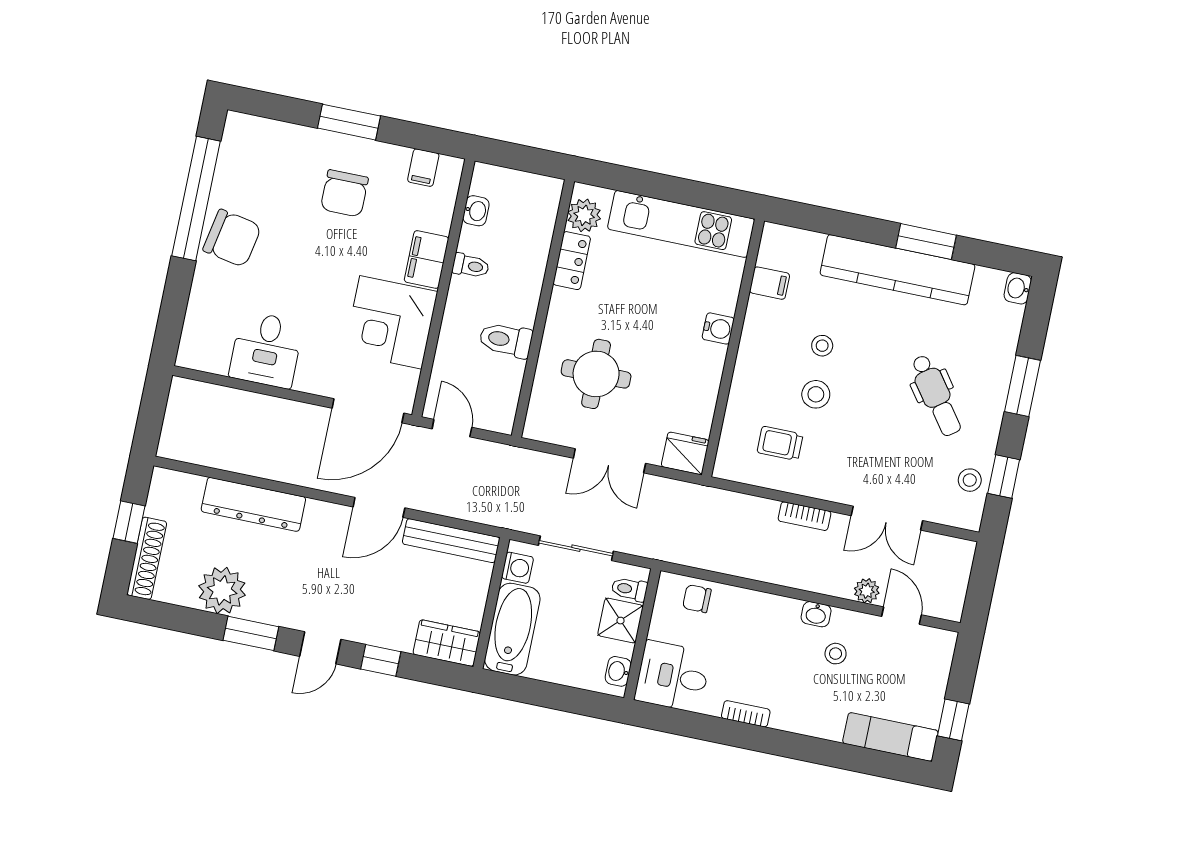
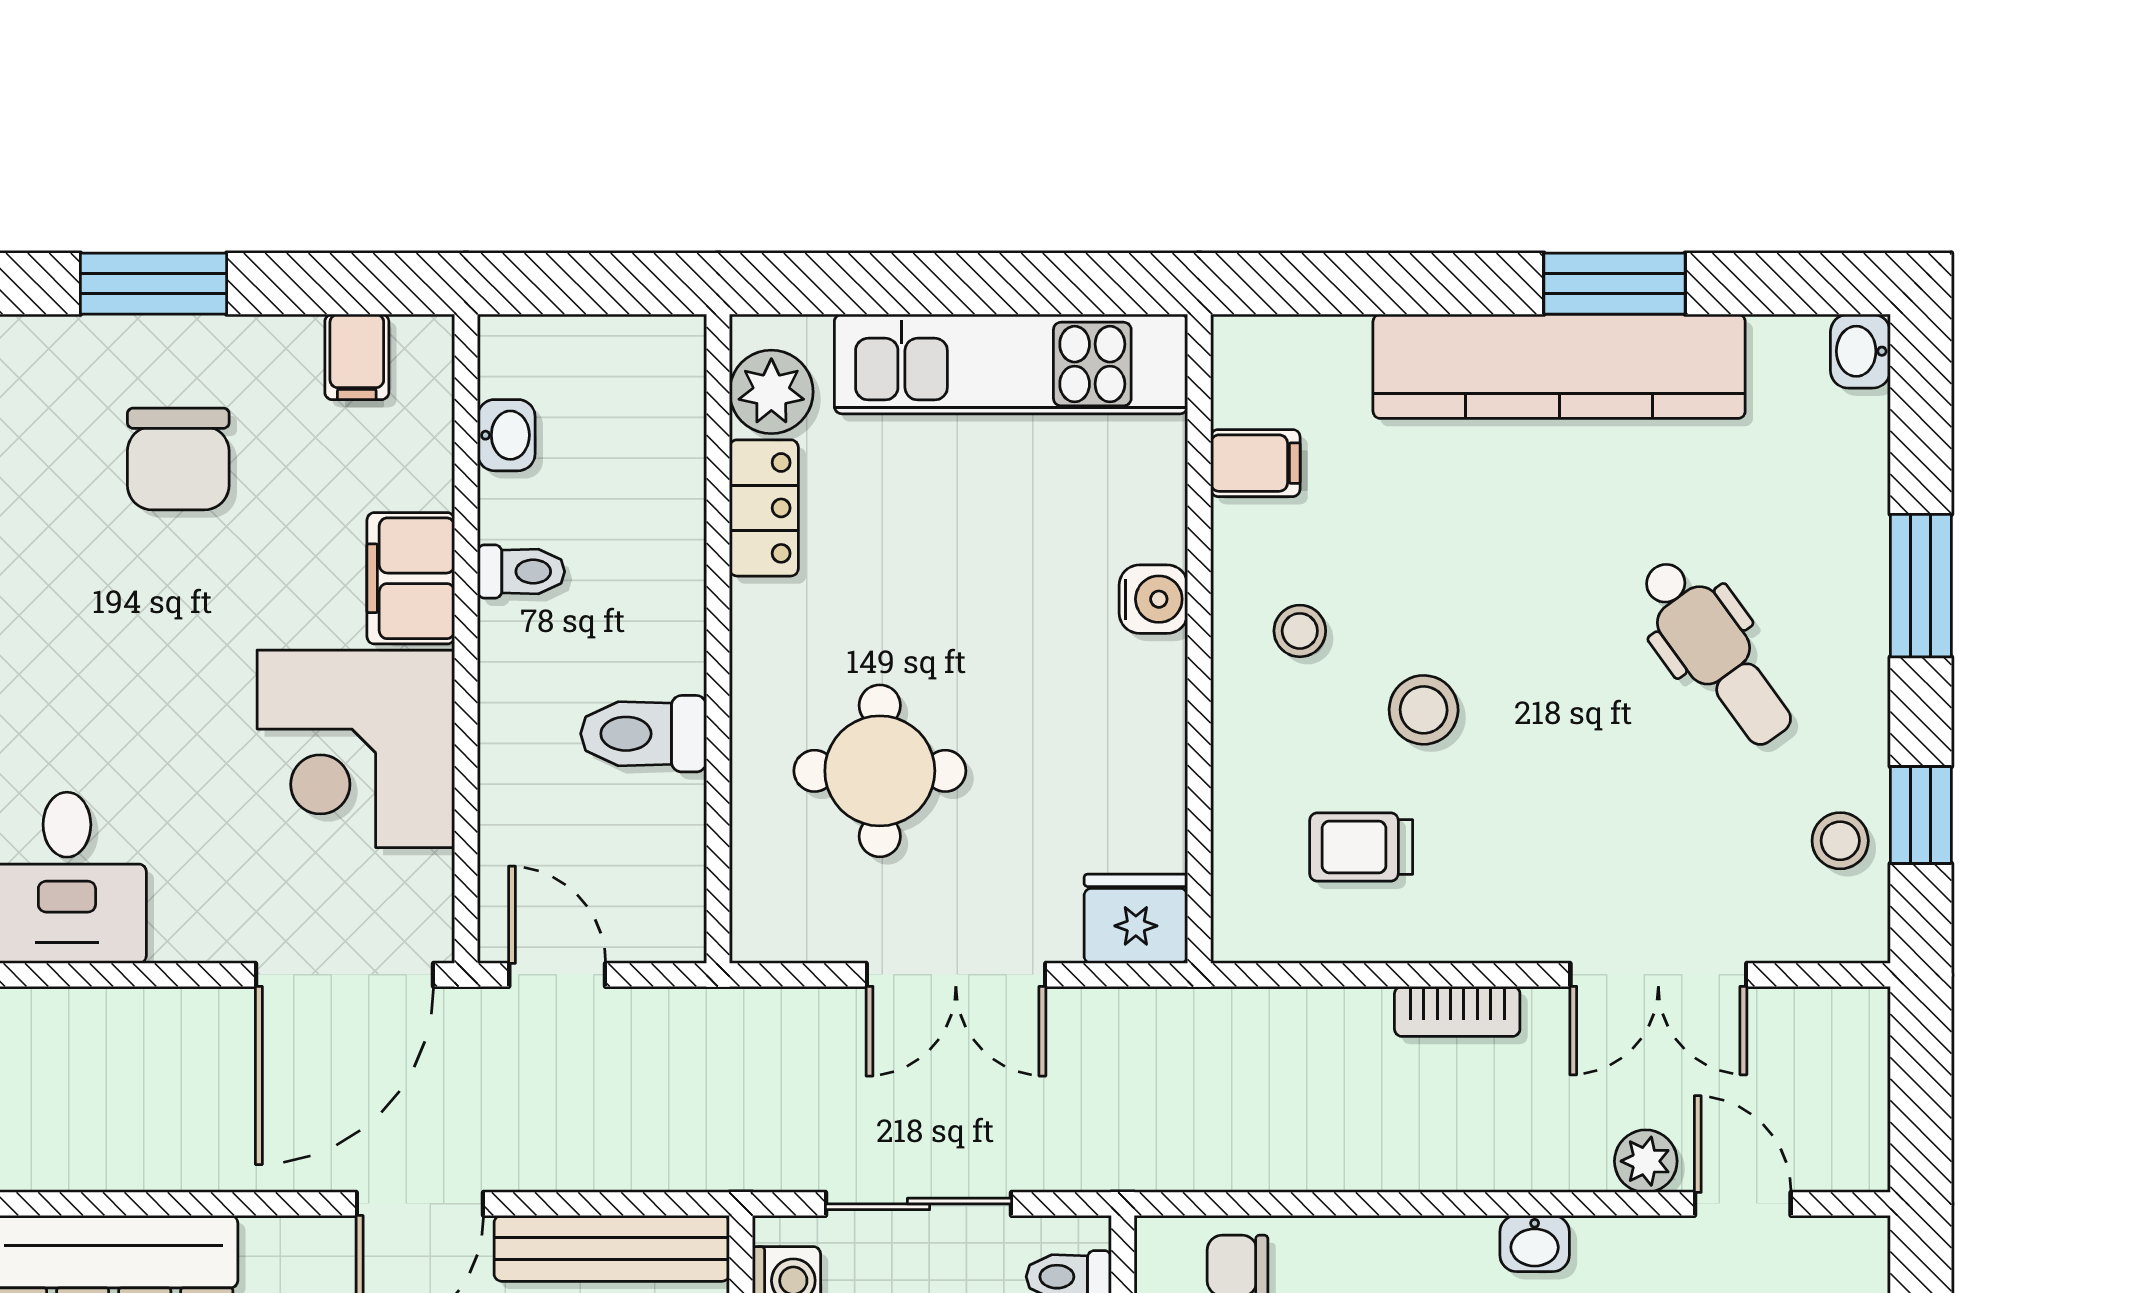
stool: (822, 346) -> (1300, 631), moved

